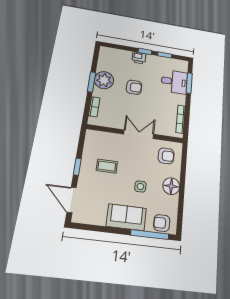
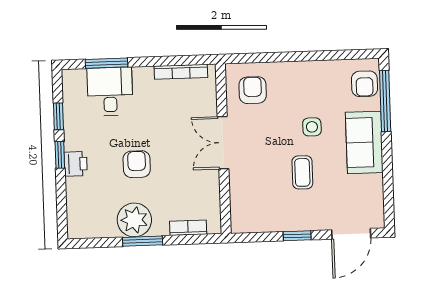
coffee table: (107, 166) -> (302, 172), moved
floor lamp: (171, 186) -> (303, 75), removed

